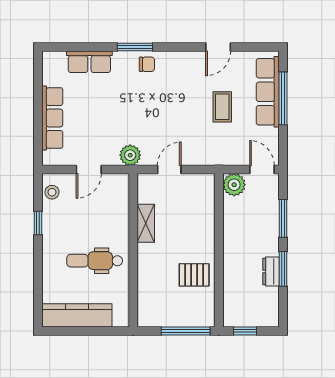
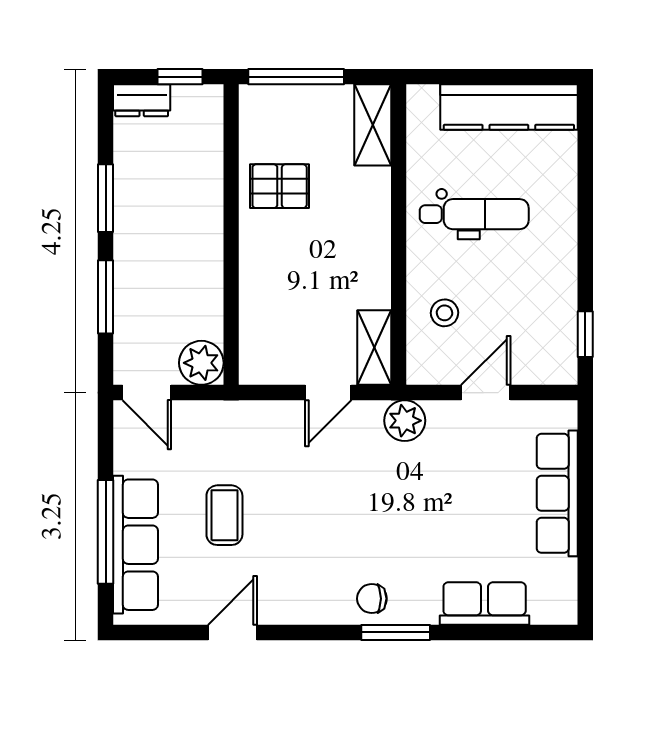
stool: (52, 192) -> (445, 313), moved
window: (38, 223) -> (585, 334), moved
shelving: (146, 223) -> (374, 348), moved
dresser: (271, 272) -> (142, 100), moved, turned 90
shelving: (147, 306) -> (373, 125), added

